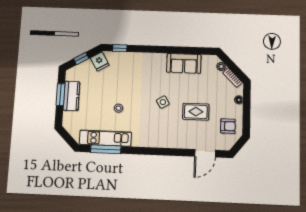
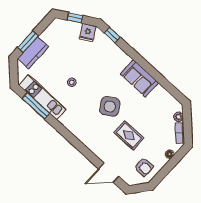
sofa: (184, 63) -> (139, 78), moved
window: (61, 95) -> (28, 42), moved
kitchen counter: (71, 96) -> (33, 53), moved
side table: (163, 102) -> (110, 106), width x1.87, depth x1.87

